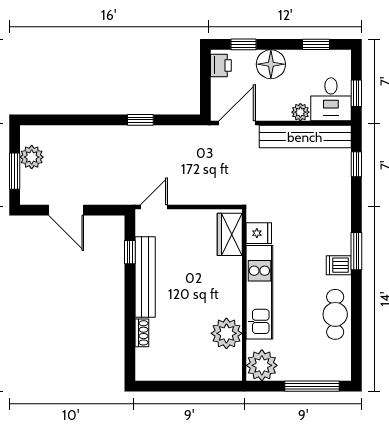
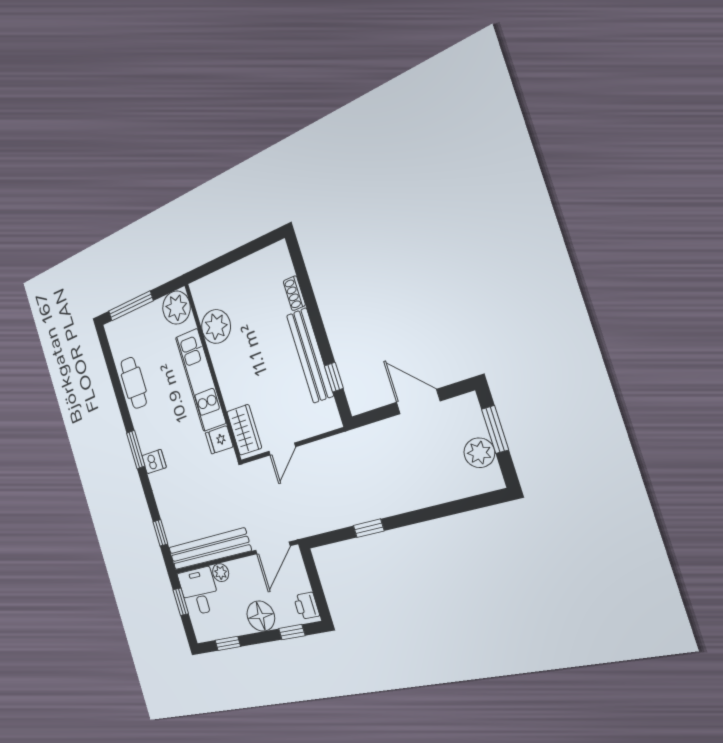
door: (154, 207) -> (282, 449), moved
dishwasher: (339, 265) -> (154, 462), moved

